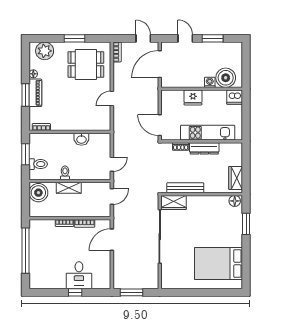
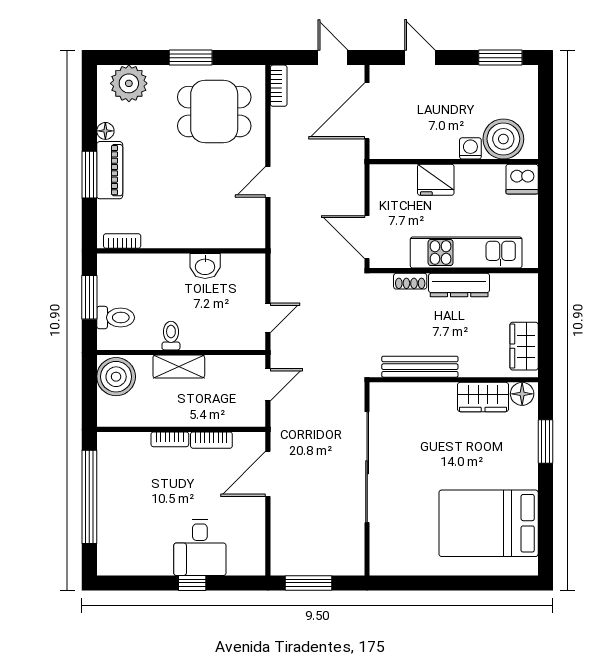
window: (213, 38) -> (500, 58), moved
wardrobe: (174, 202) -> (483, 397), moved

